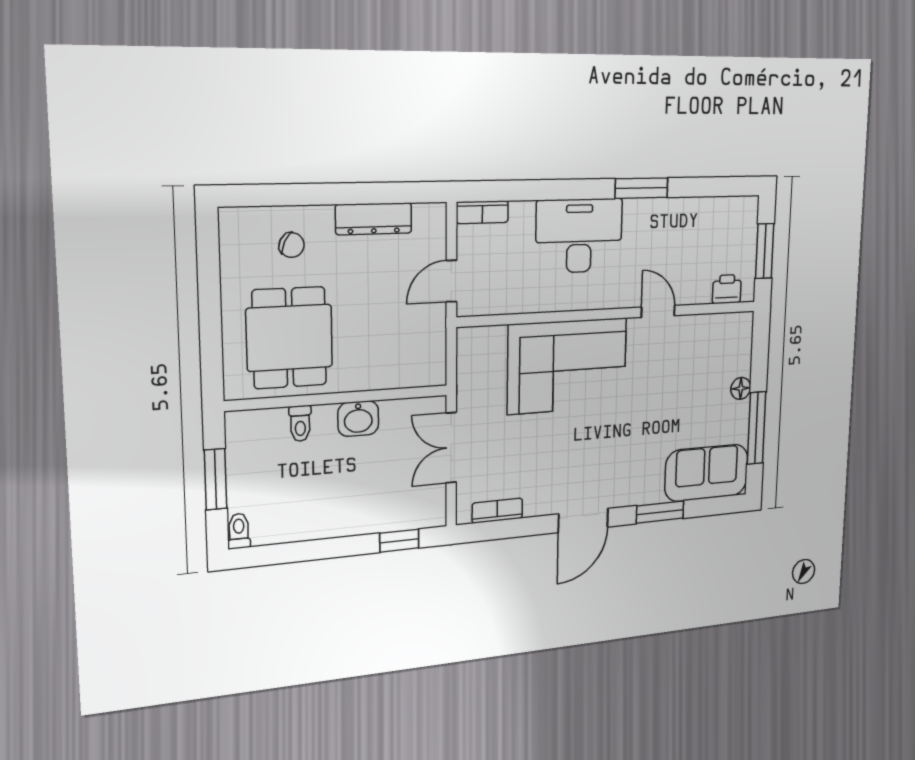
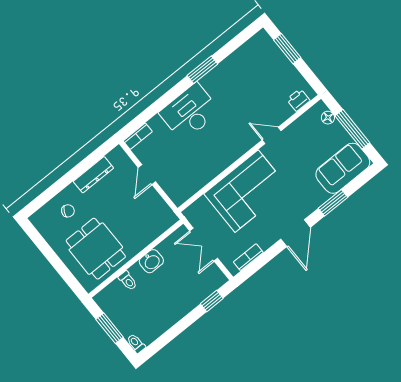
printer: (727, 289) -> (298, 100), moved
door: (658, 311) -> (272, 135), moved
wall: (611, 314) -> (249, 153), moved
corner sofa: (567, 366) -> (247, 191), moved

